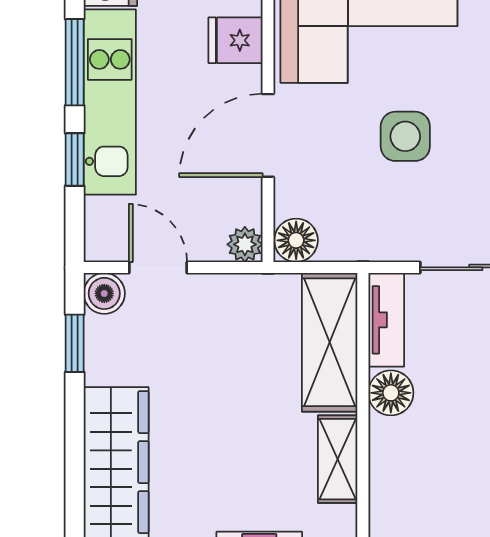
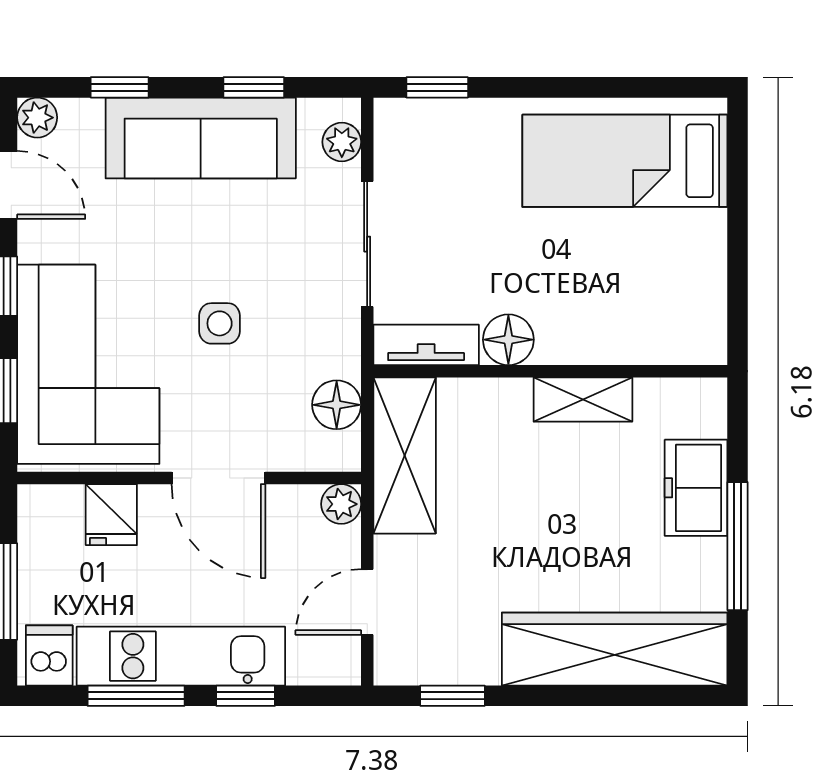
side table: (405, 136) -> (220, 323), width x0.73, depth x0.73
floor lamp: (296, 240) -> (337, 405), moved
boiler: (104, 293) -> (396, 662), removed
shelving: (330, 342) -> (405, 455), moved, turned 90

